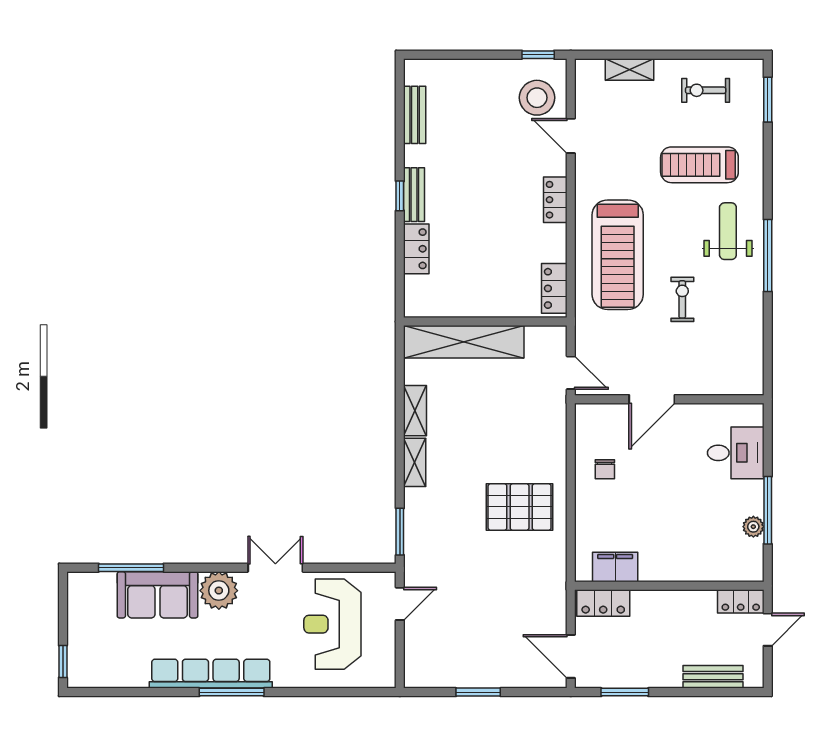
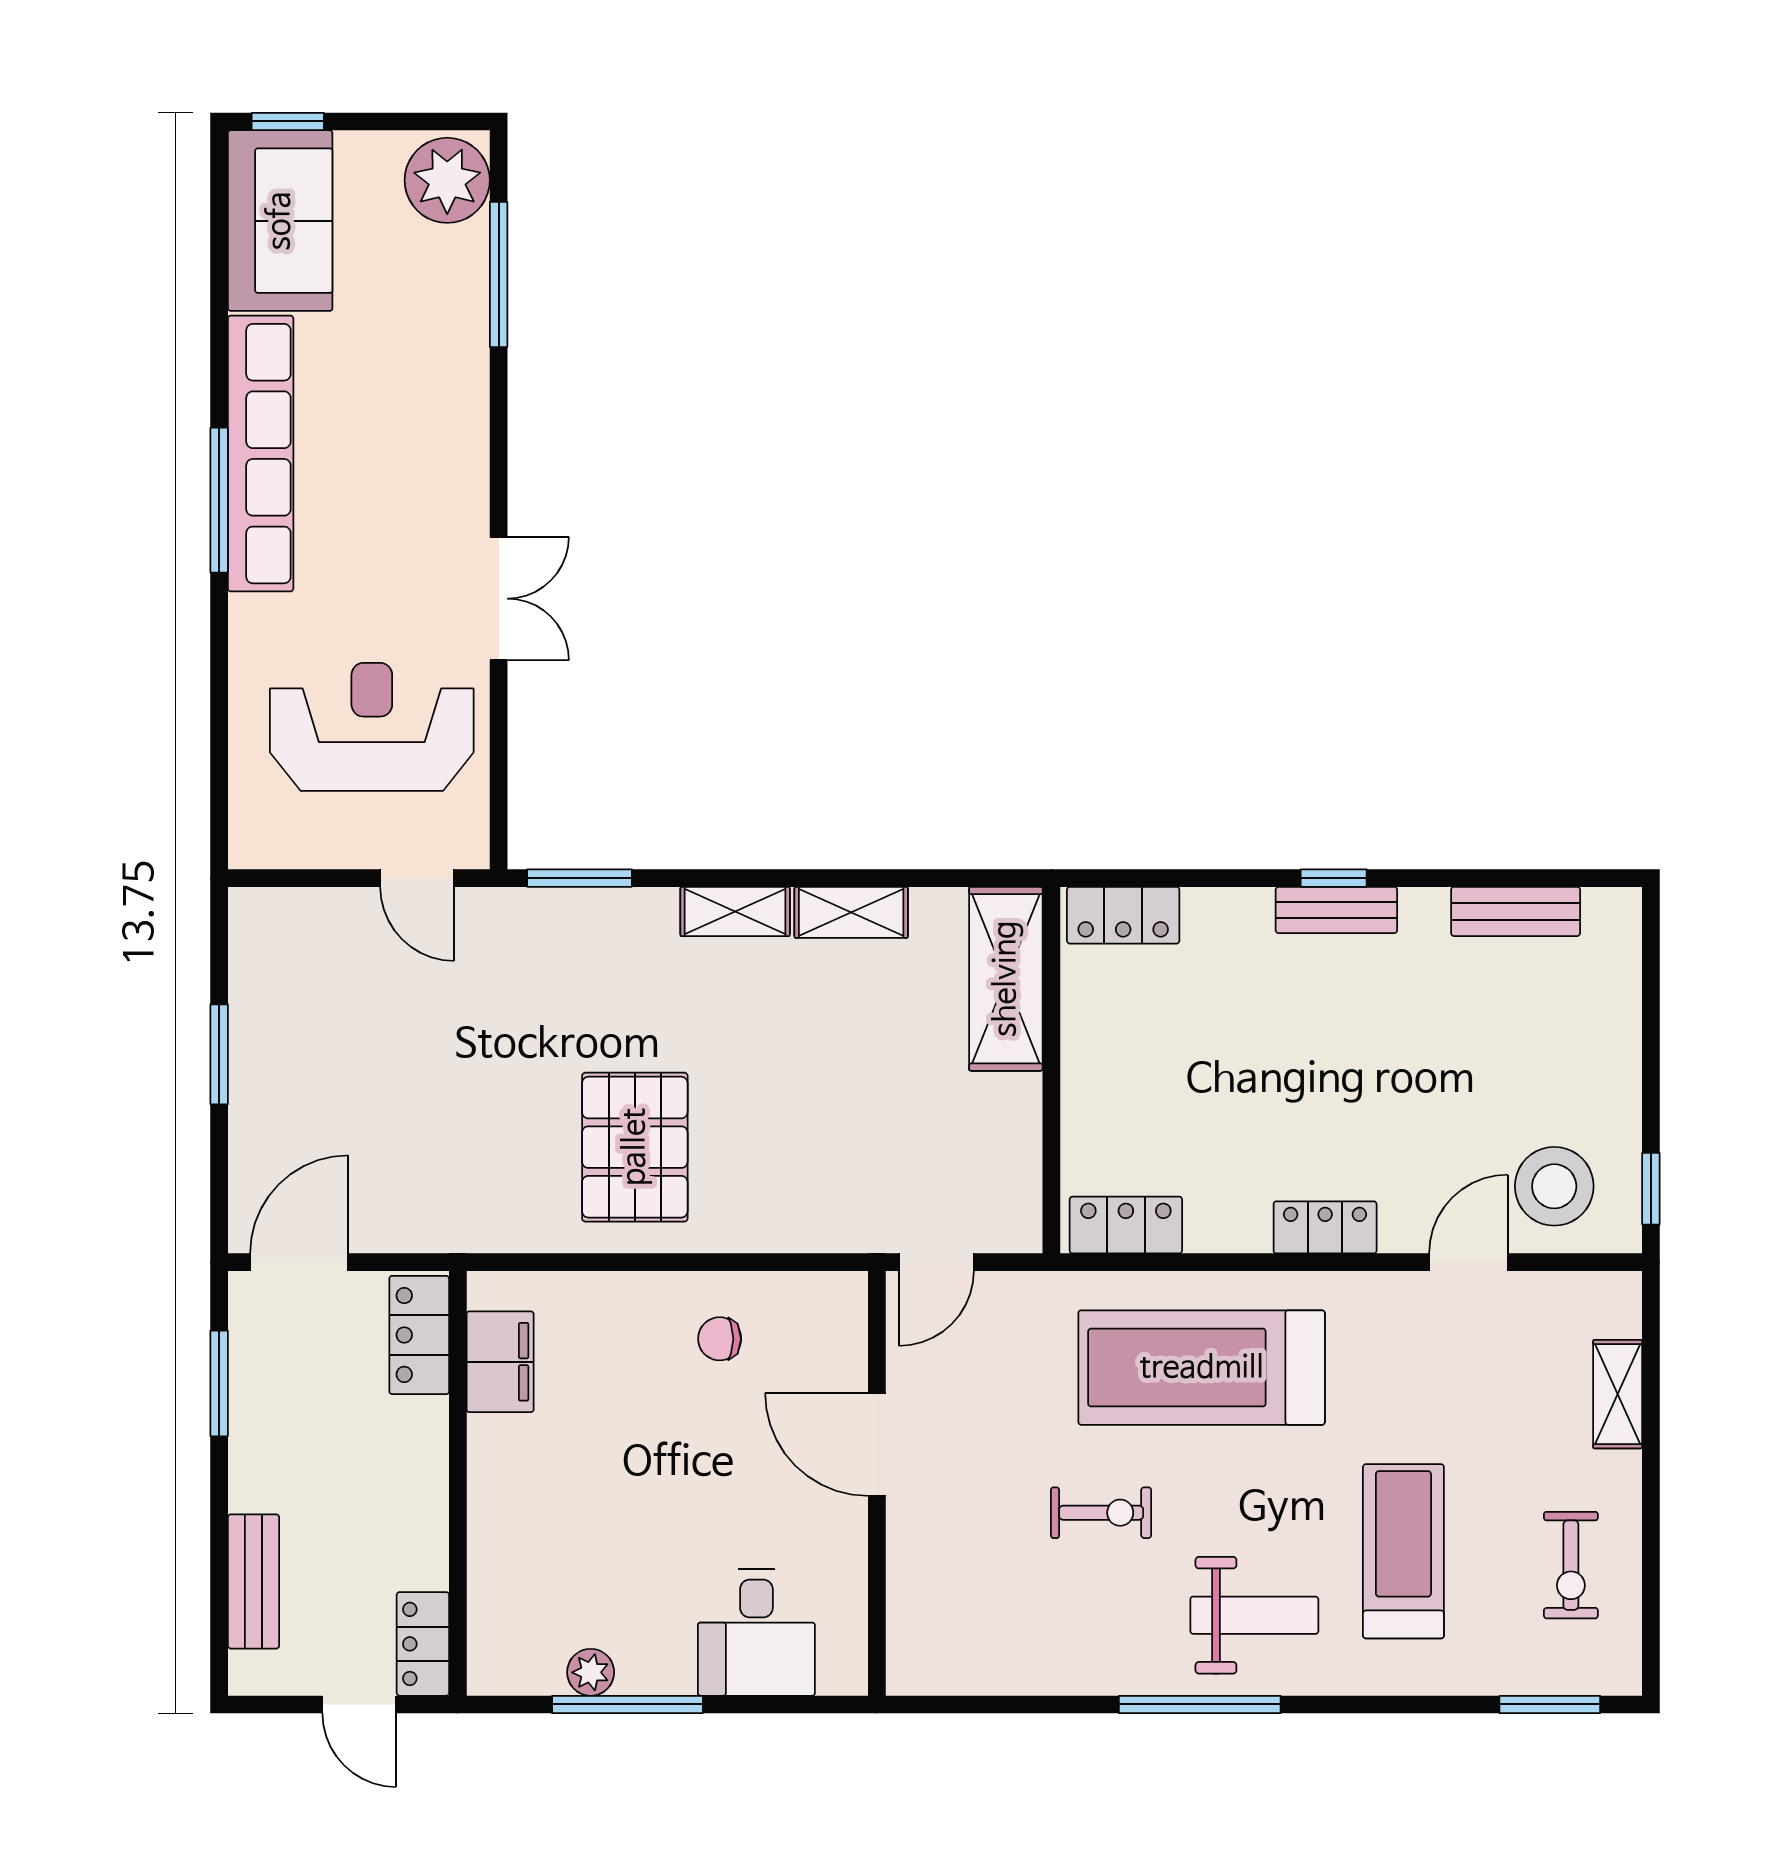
exercise bike: (706, 90) -> (1571, 1565), turned 180
locker: (416, 249) -> (1123, 915), moved
shelving: (464, 342) -> (1006, 979), width x0.68
plant: (219, 591) -> (447, 180), moved
sofa: (158, 595) -> (280, 221), moved, turned 180

